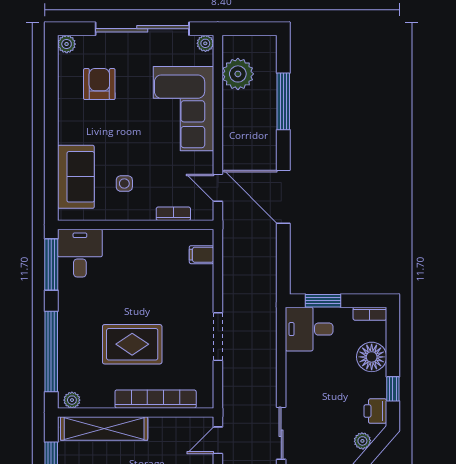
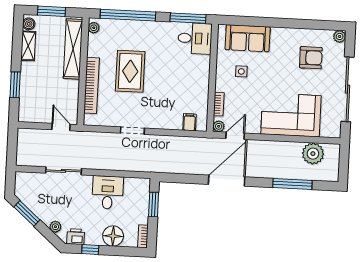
plant: (205, 43) -> (219, 126), moved
desk: (309, 329) -> (108, 192), moved
doorway: (218, 337) -> (132, 131), width x0.73

